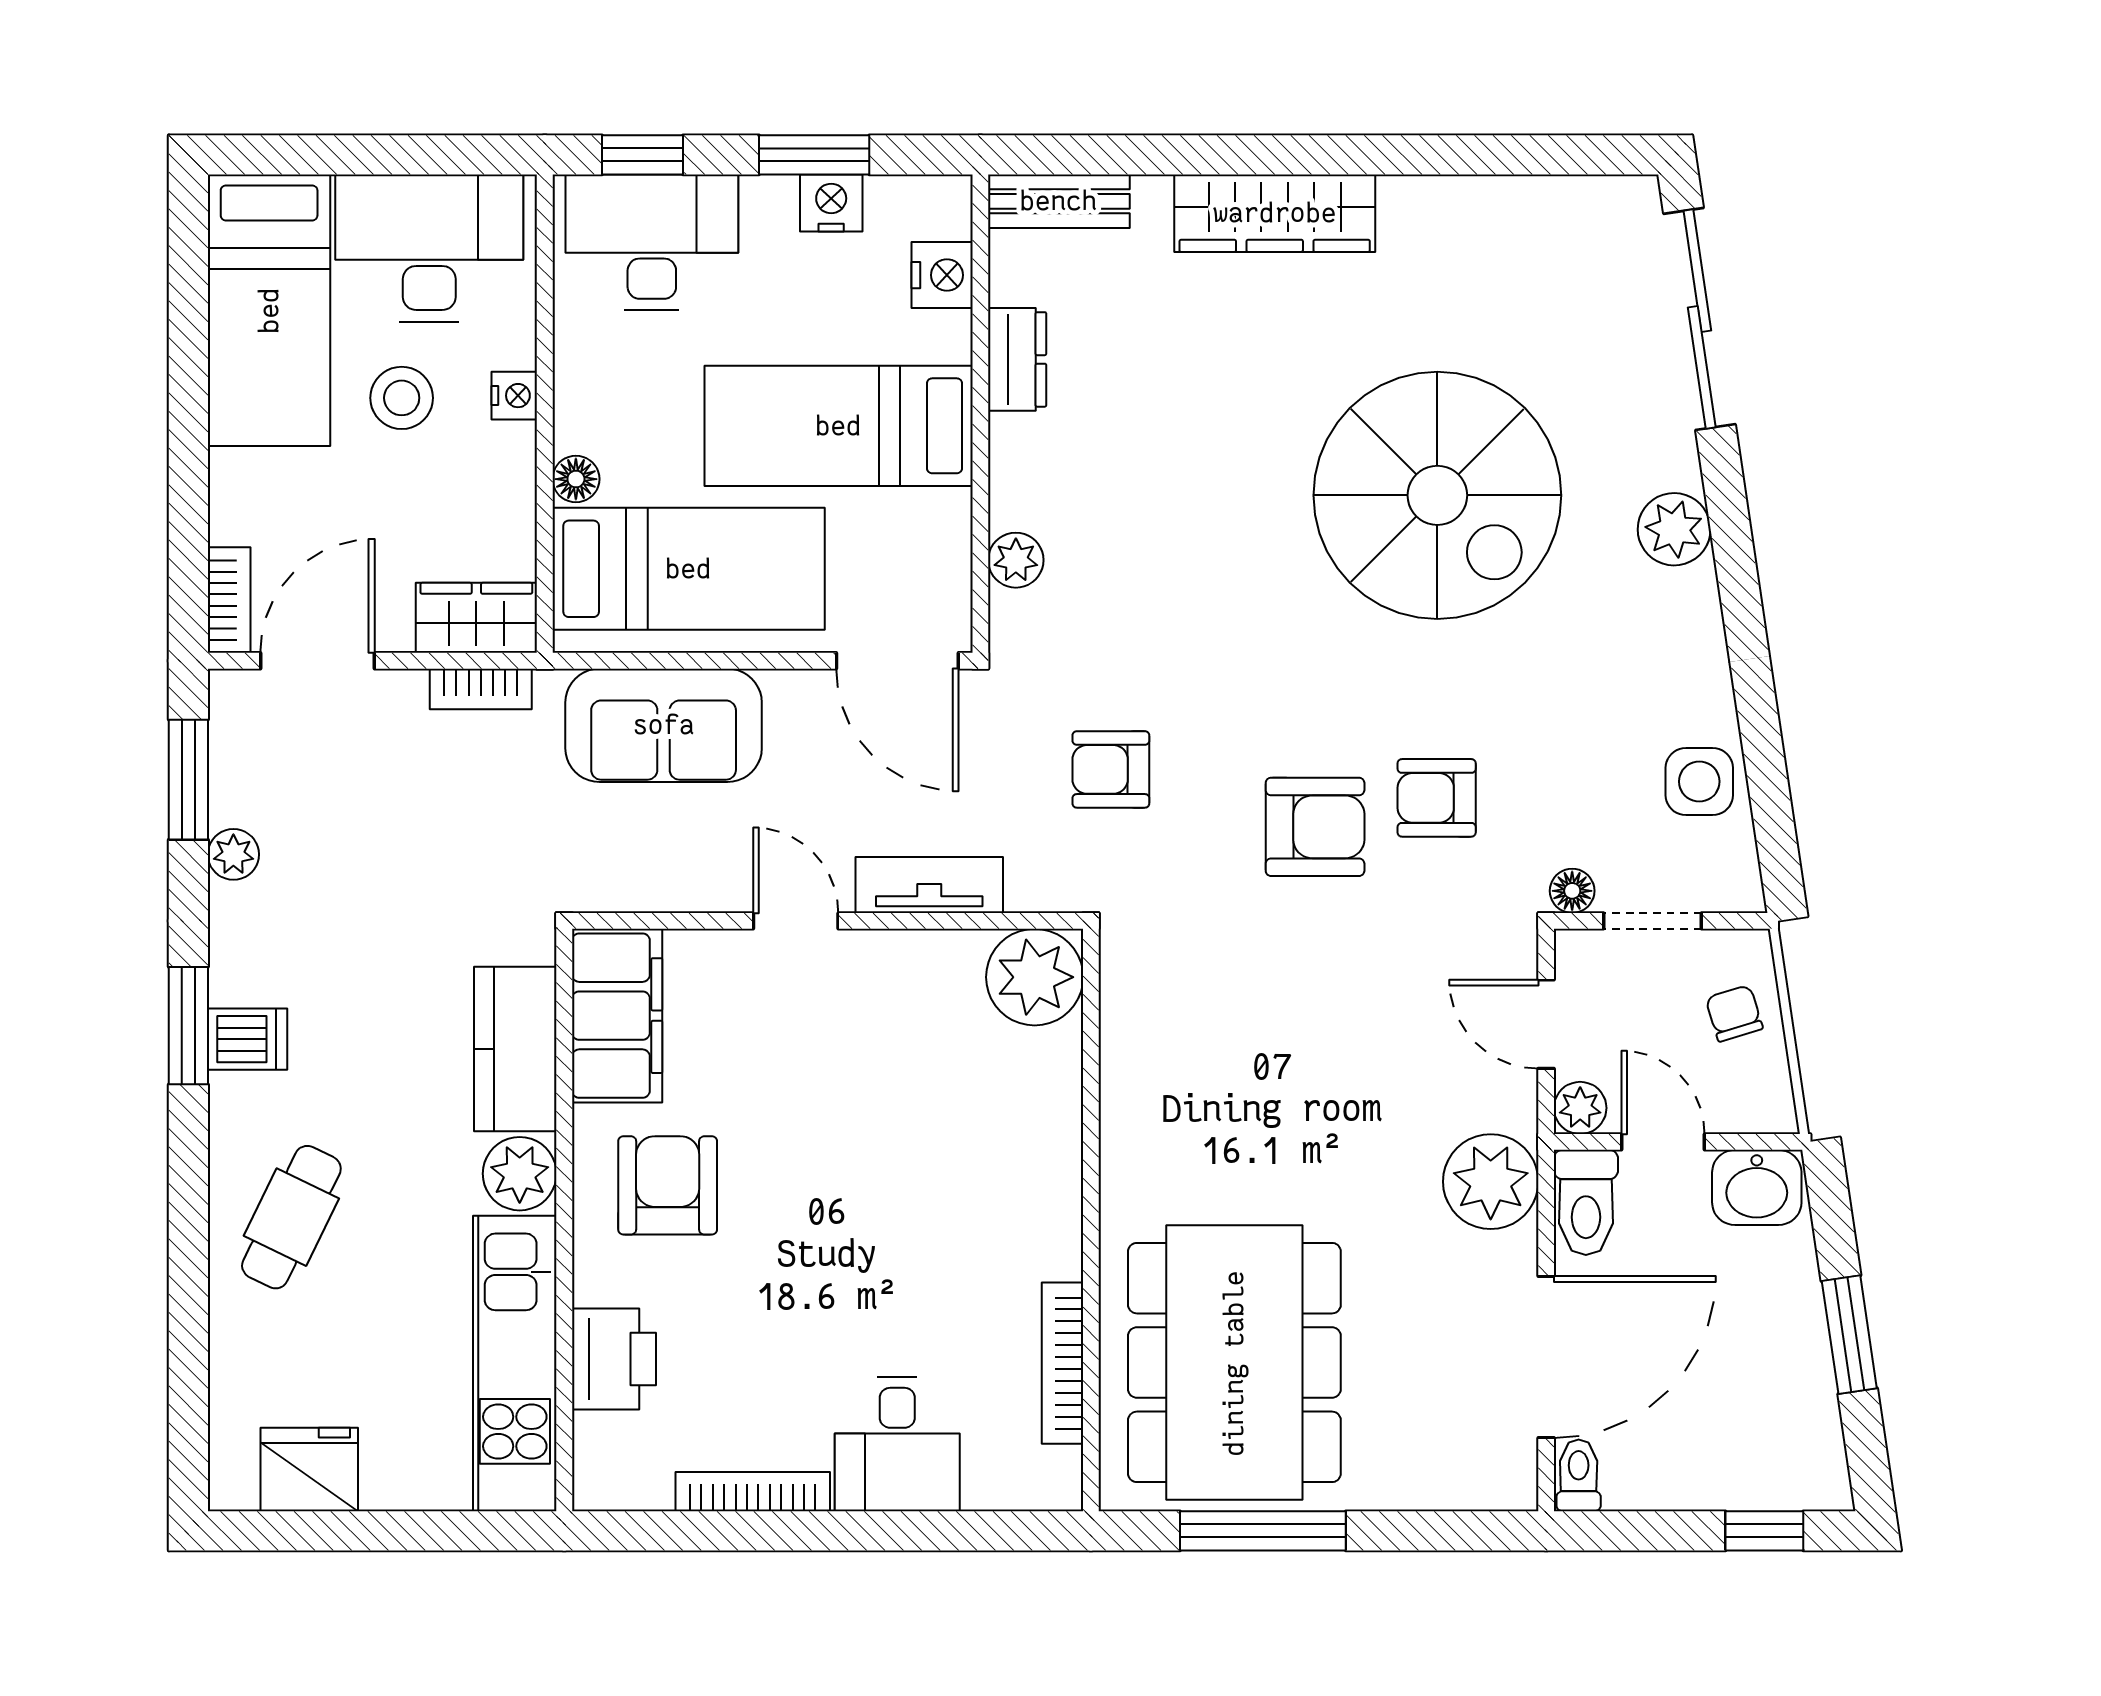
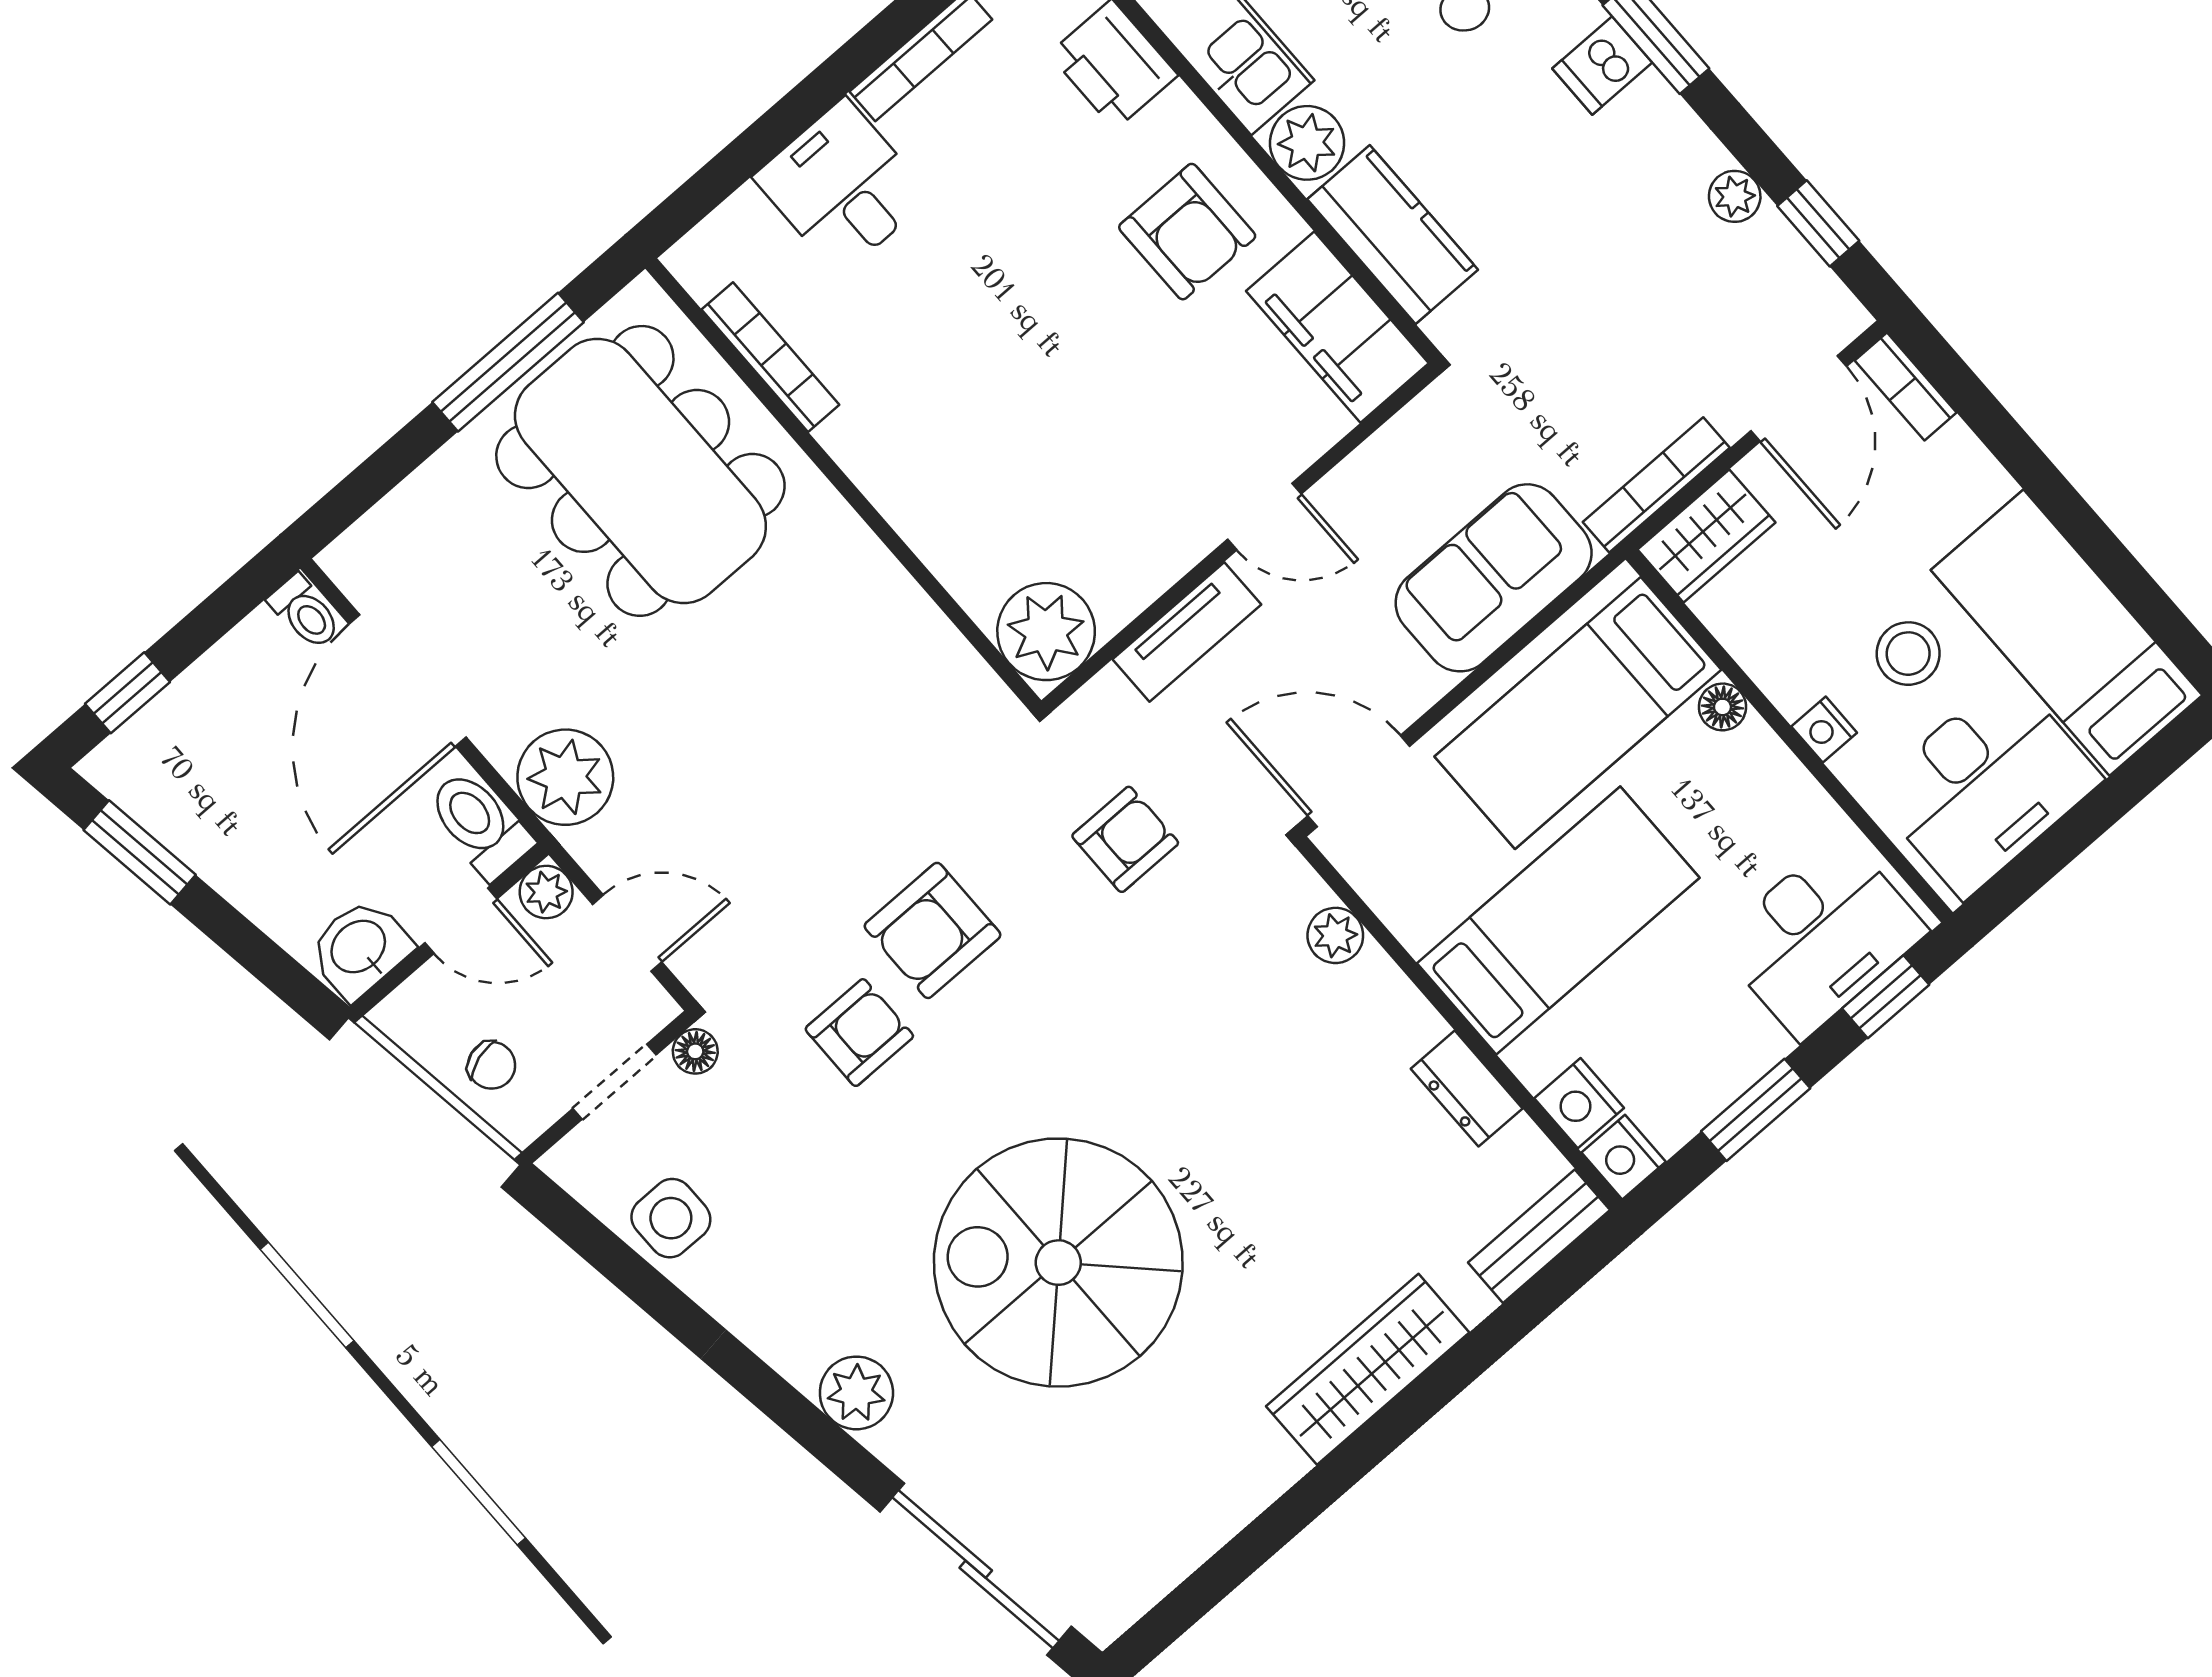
nightstand: (831, 203) -> (1624, 1157), moved, turned 90
bookcase: (481, 689) -> (1656, 485), width x1.56
window: (188, 780) -> (1818, 223), width x0.67
window: (1849, 1335) -> (140, 852), moved

